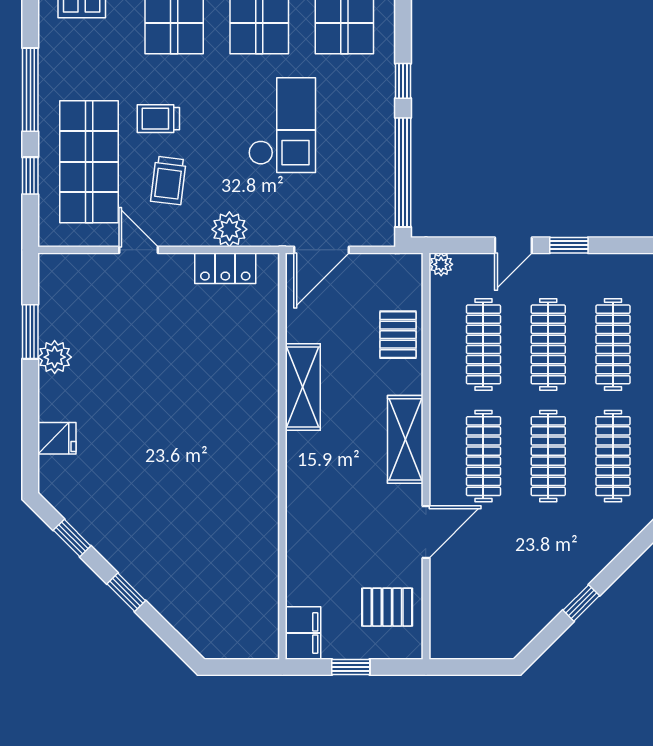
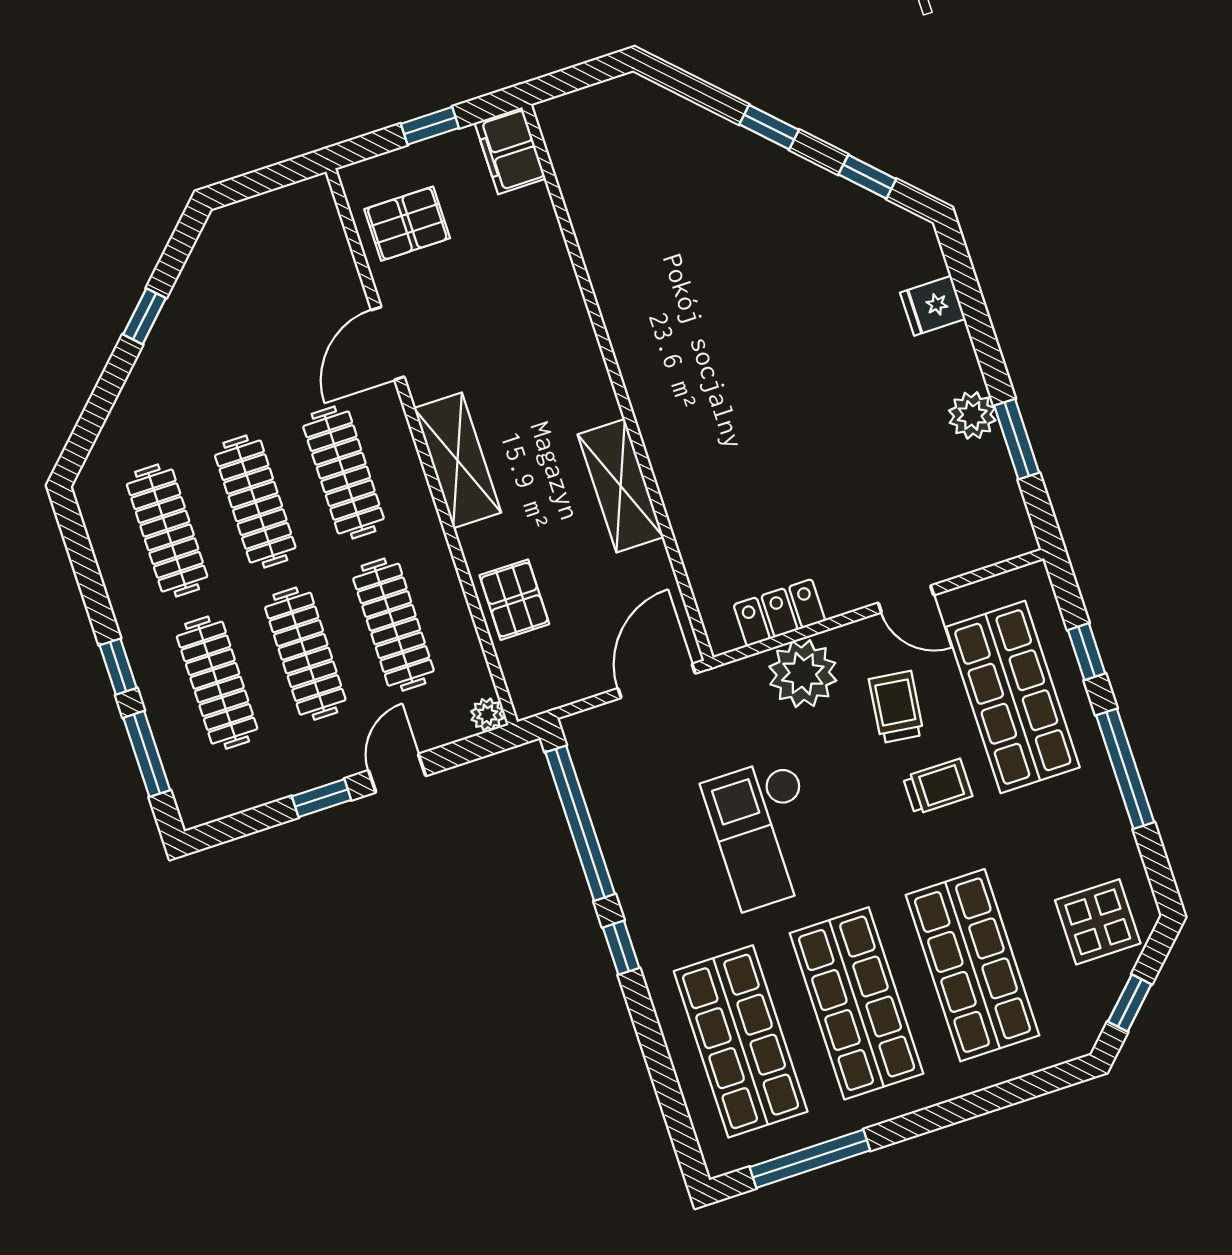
plant: (229, 229) -> (803, 674), width x1.36, depth x1.36

